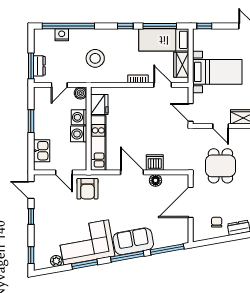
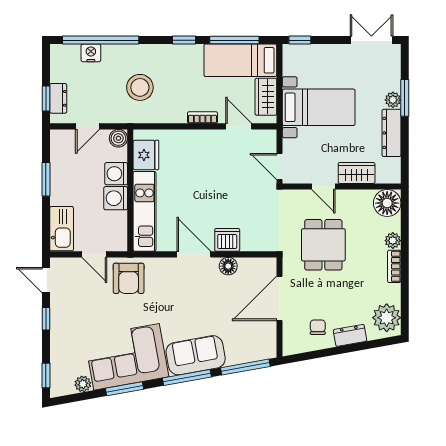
window: (31, 66) -> (46, 99), width x0.67
kitchen sink: (42, 151) -> (62, 229), width x1.38

